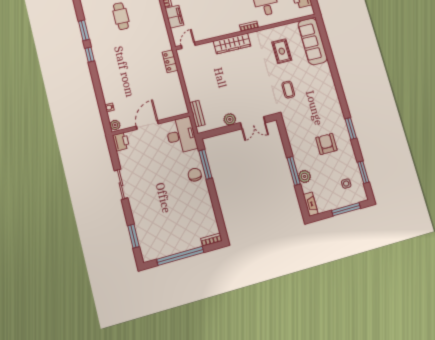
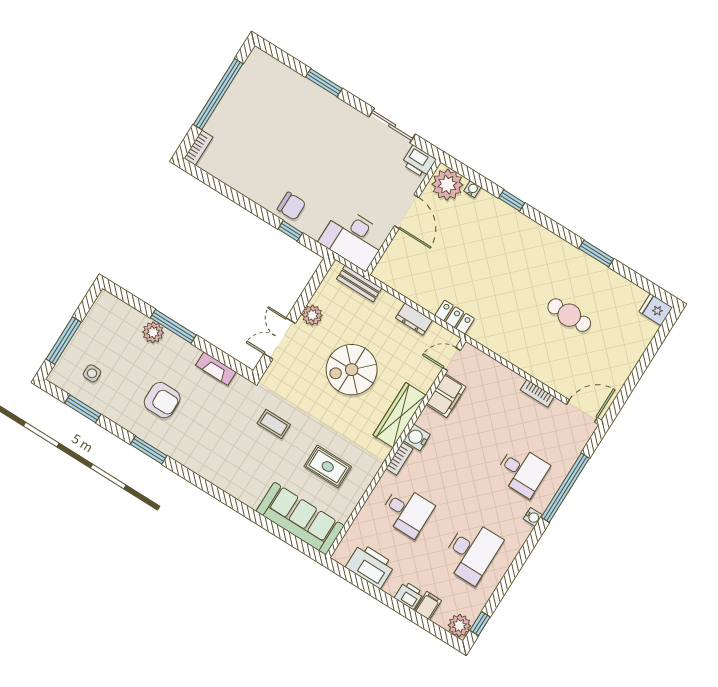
filing cabinet: (174, 17) -> (446, 396), moved, turned -90
water cooler: (234, 28) -> (417, 438), added
door: (188, 45) -> (452, 359), swing flipped
window: (90, 55) -> (512, 200), moved
dresser: (188, 77) -> (414, 319), added
spiral stairs: (235, 81) -> (352, 370), added
plant: (115, 125) -> (447, 185), width x1.88, depth x1.88
window: (205, 164) -> (290, 231), width x0.46
sliding door: (121, 184) -> (392, 126), moved
fireplace: (311, 204) -> (216, 369), moved
window: (133, 236) -> (324, 83), moved

